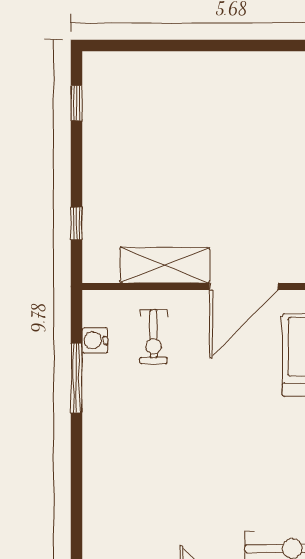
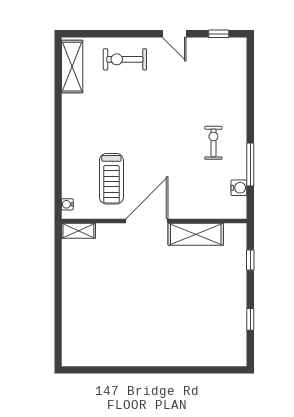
window: (76, 103) -> (250, 319), moved
exercise bike: (154, 337) -> (213, 143), moved

